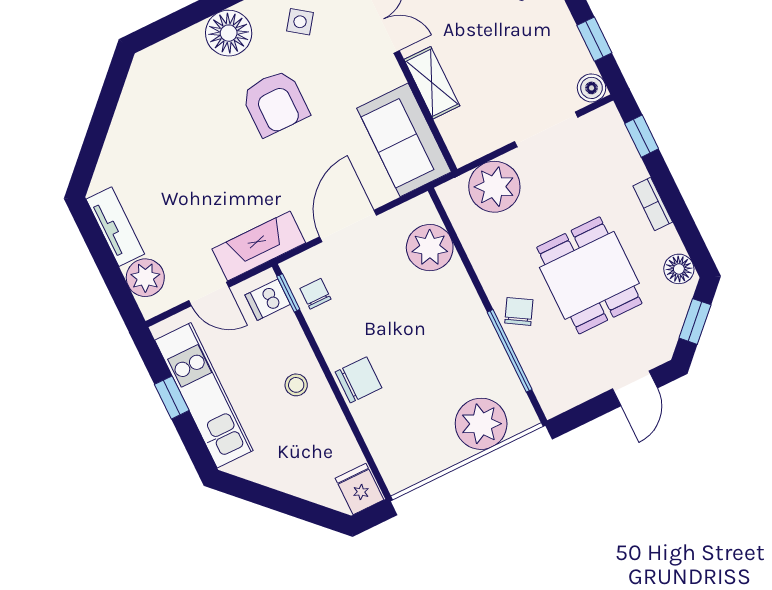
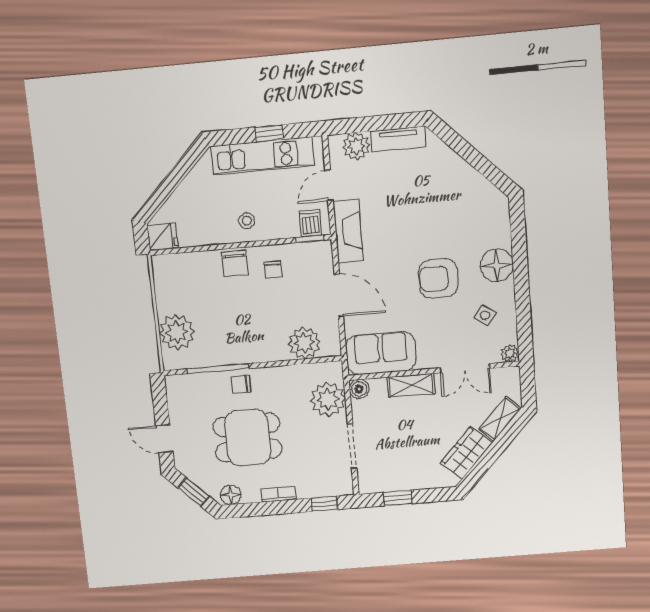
boiler: (592, 88) -> (359, 389), moved
chair: (316, 294) -> (273, 270), moved, turned 90
chair: (519, 311) -> (241, 384), turned 149

